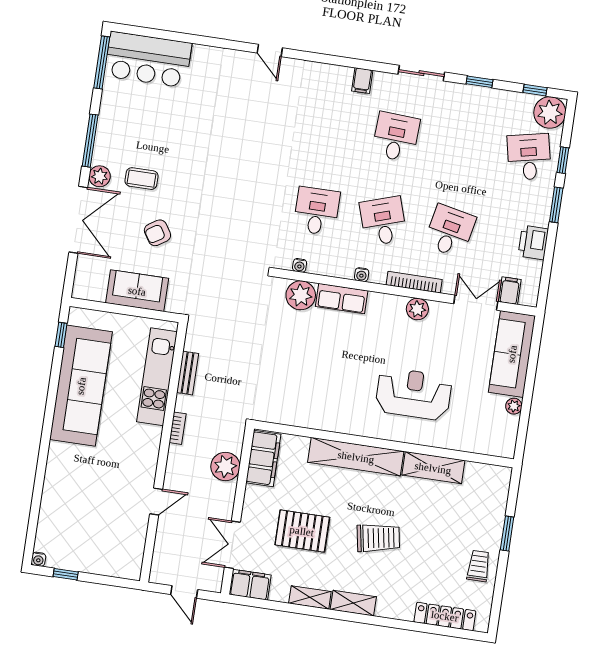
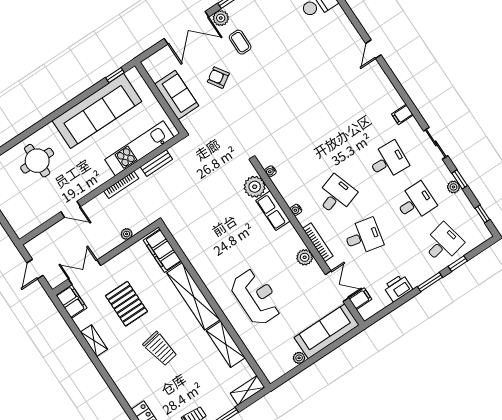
plant: (550, 113) -> (453, 187), moved, width x0.53, depth x0.53
desk: (317, 211) -> (416, 202), moved
bookcase: (178, 428) -> (121, 185), width x1.56
filing cabinet: (263, 458) -> (162, 251), moved, turned 90
plant: (225, 466) -> (127, 234), width x0.53, depth x0.53
round table: (77, 491) -> (37, 161), added
shelving: (353, 603) -> (248, 390), moved, turned 90

